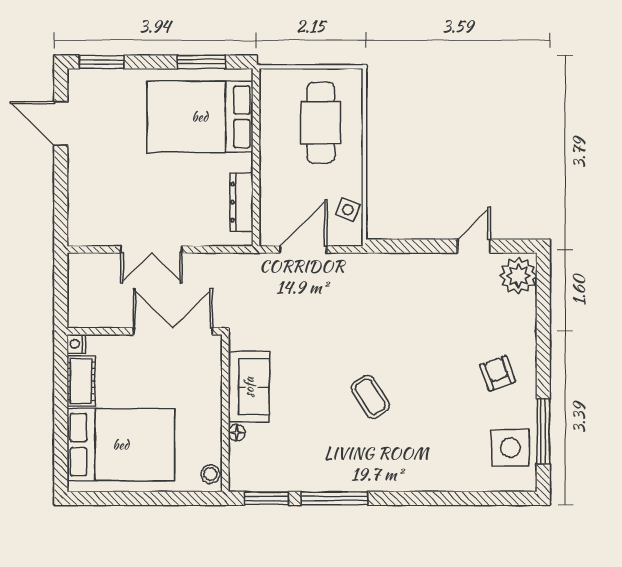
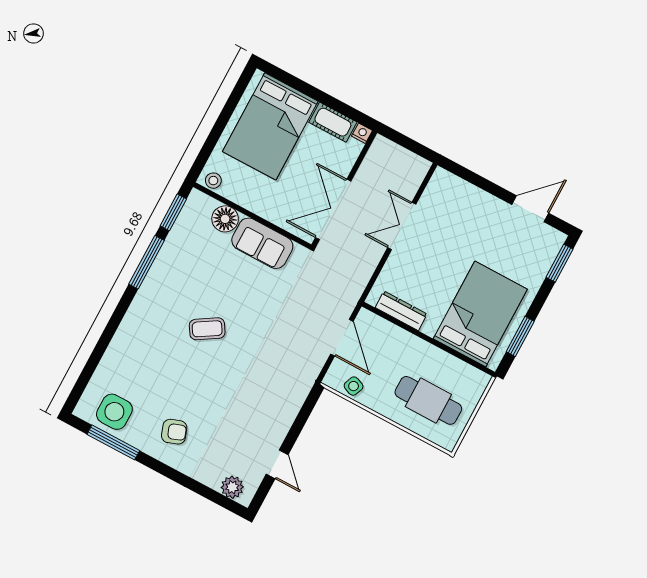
plant: (518, 276) -> (232, 487), width x0.73, depth x0.73
double door: (173, 331) -> (333, 209), swing flipped
floor lamp: (237, 433) -> (225, 219), width x1.89, depth x1.89

